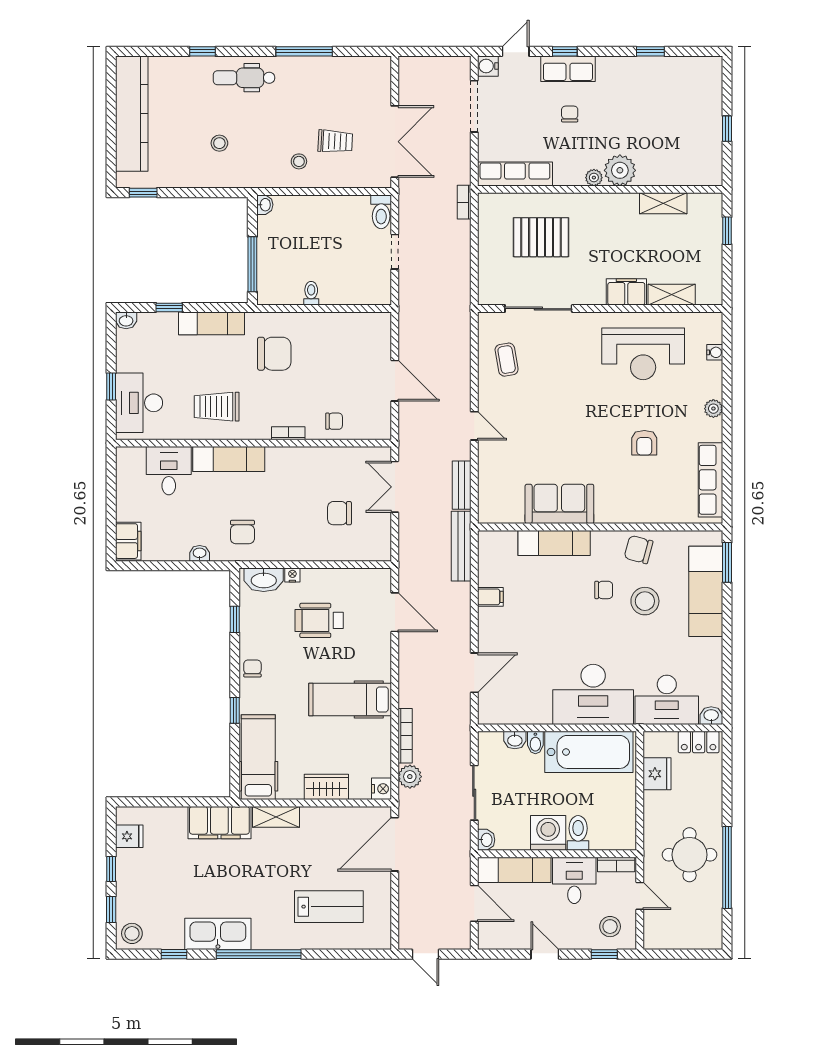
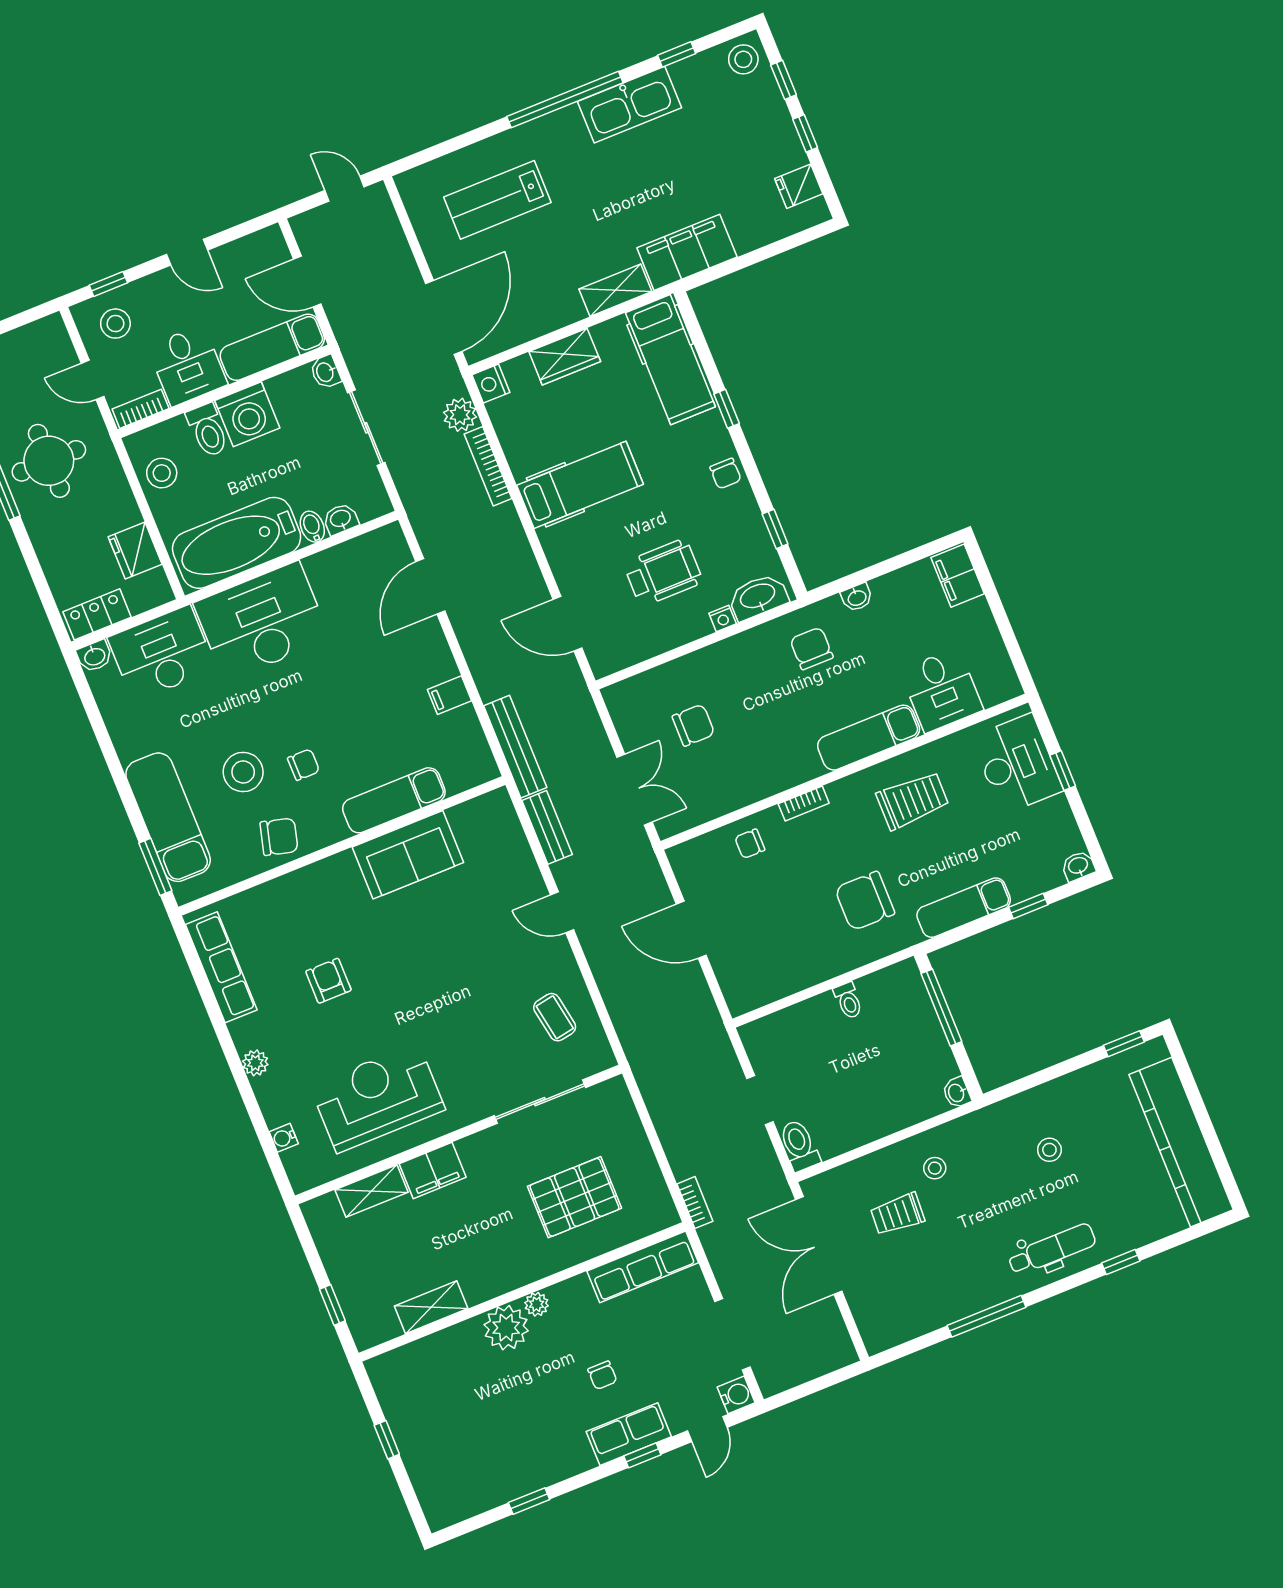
chair: (604, 590) -> (304, 765), turned 180
stool: (619, 817) -> (162, 473), added

